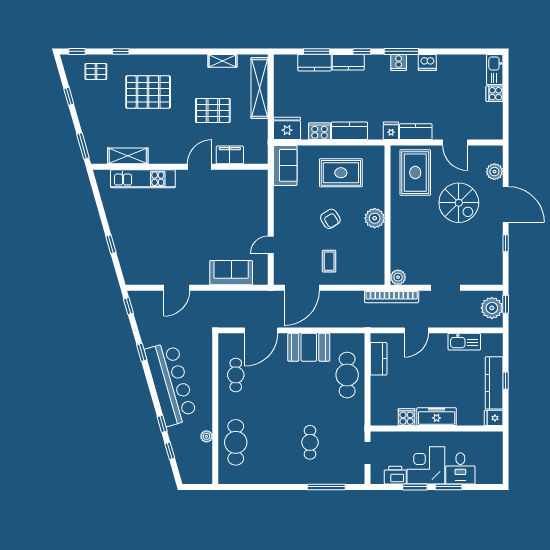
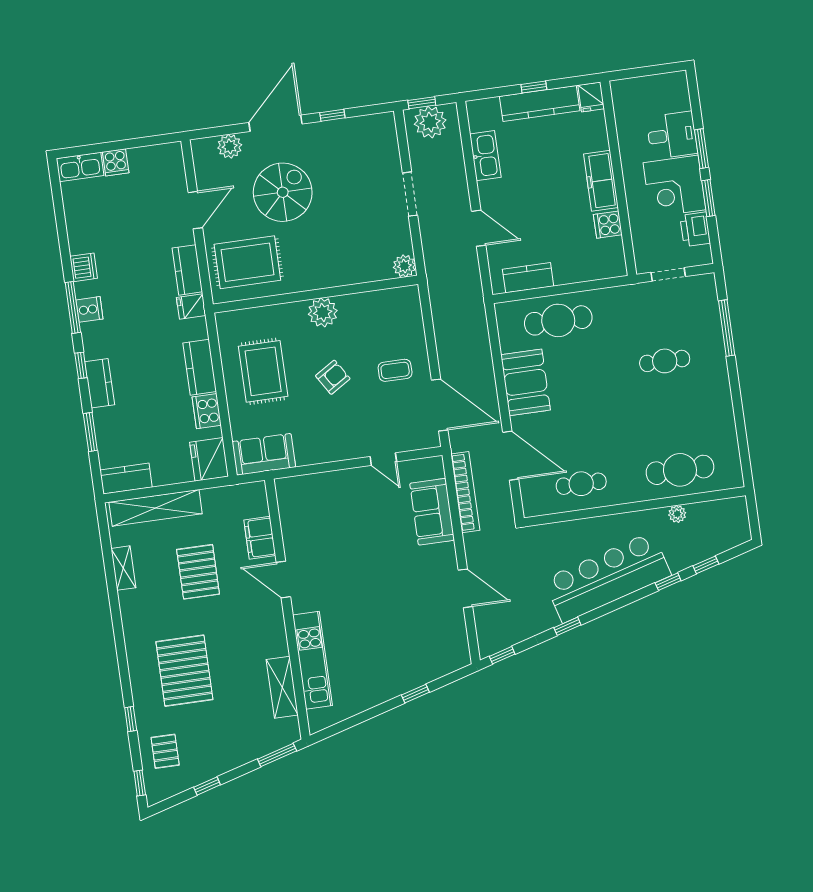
kitchen counter: (314, 63) -> (126, 479), moved, turned -90
bookcase: (392, 297) -> (465, 492), moved

